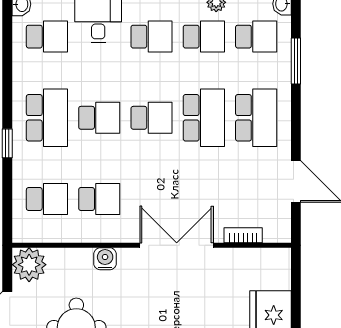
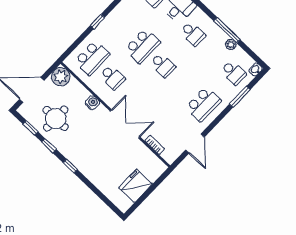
school desk: (204, 37) -> (213, 53), removed
school desk: (47, 118) -> (122, 26), removed
school desk: (99, 118) -> (142, 46), width x1.85
school desk: (204, 118) -> (183, 85), removed
school desk: (47, 199) -> (92, 58), width x1.85

